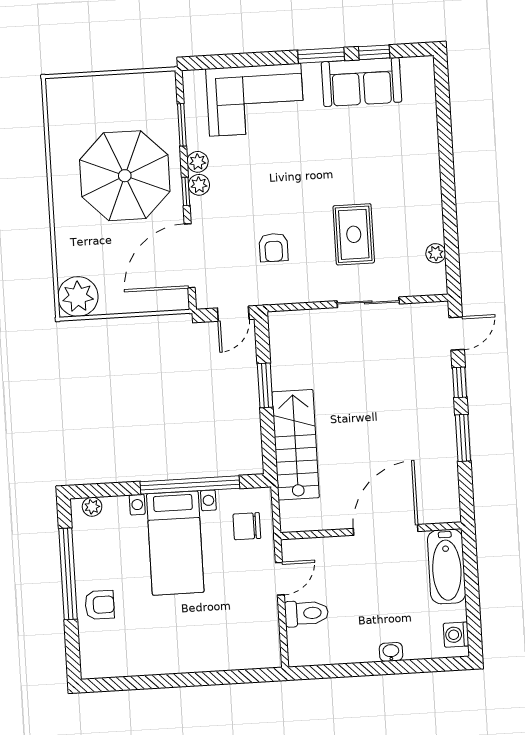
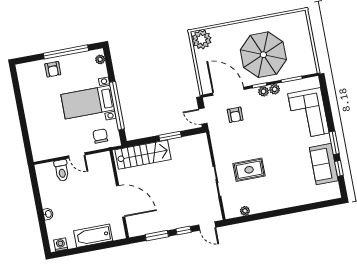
armchair: (274, 247) -> (235, 115), moved, turned -90
door: (386, 530) -> (121, 201), moved
wall: (371, 531) -> (119, 194), moved

